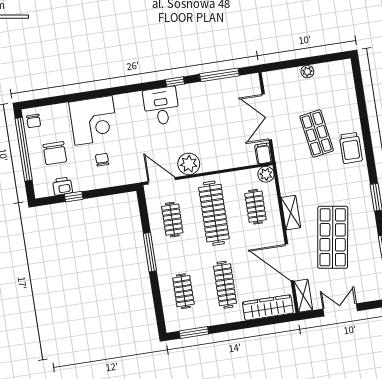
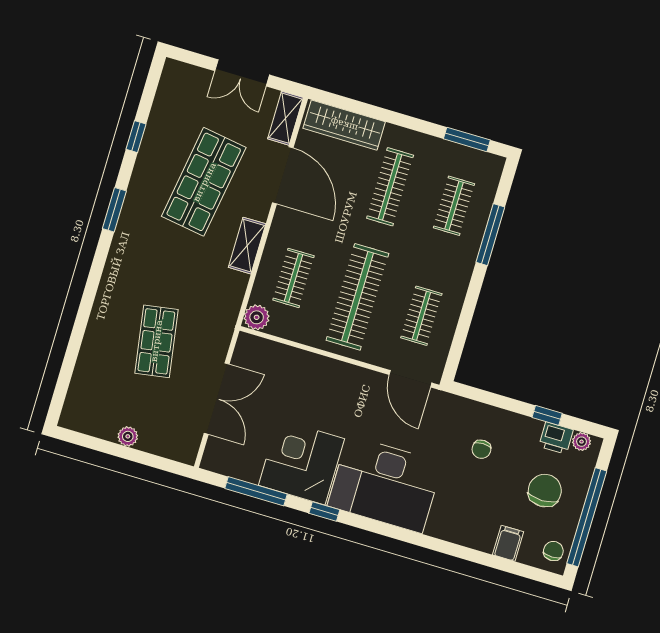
desk: (161, 106) -> (385, 484), width x1.87, depth x1.30
corner desk: (94, 120) -> (301, 462), moved
trolley: (351, 148) -> (117, 298), removed
filing cabinet: (263, 153) -> (508, 543), moved, turned 180
plant: (189, 164) -> (582, 442), moved, width x0.53, depth x0.53
window: (150, 252) -> (490, 235), moved

